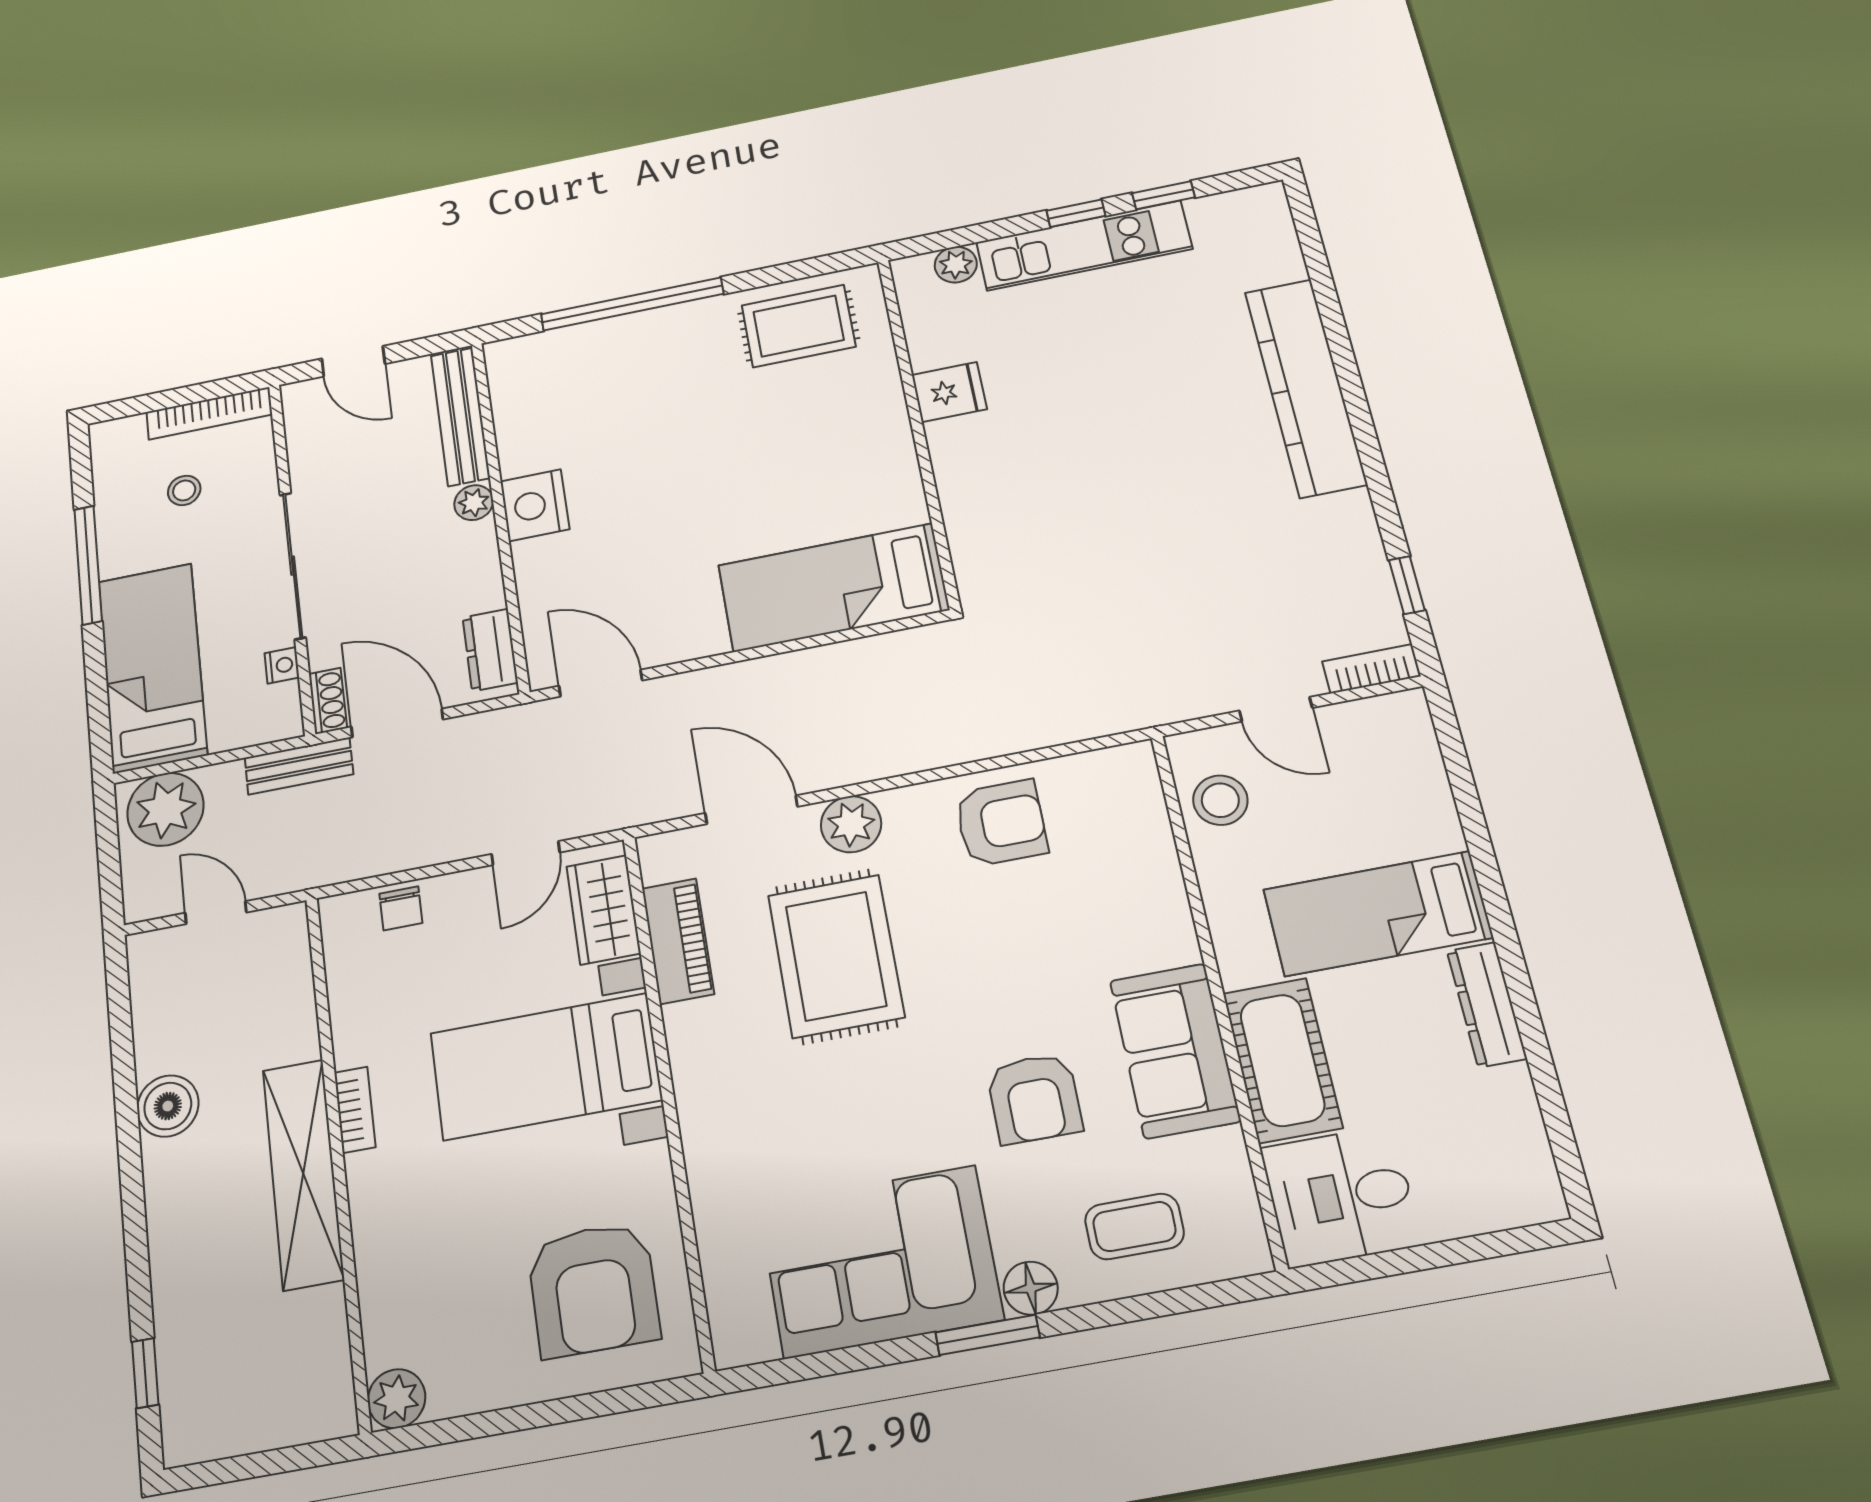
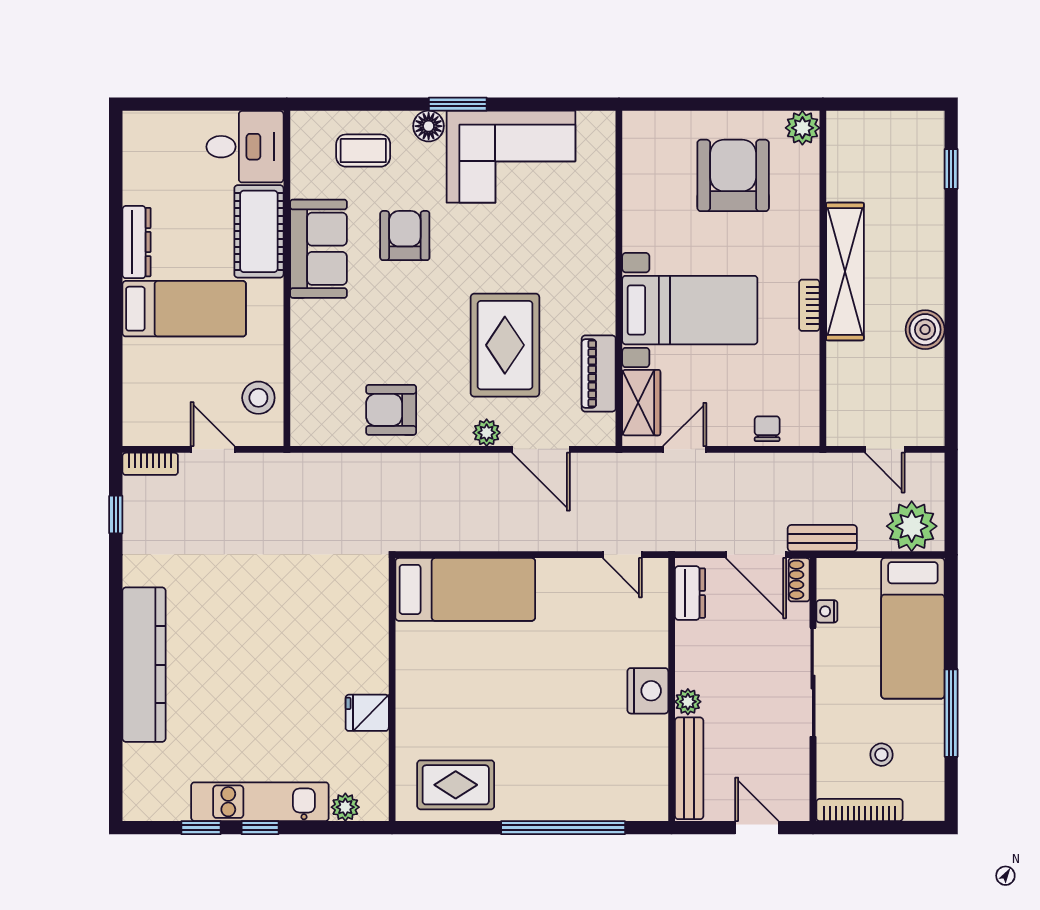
door: (601, 683) -> (622, 555), width x0.73
plant: (851, 824) -> (487, 433), width x0.73, depth x0.73
armchair: (593, 1289) -> (733, 175), moved

